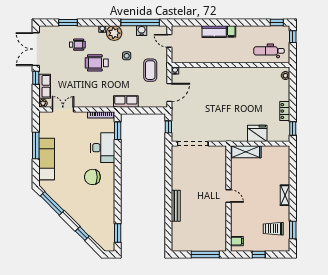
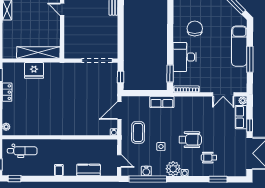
kitchen counter: (214, 32) -> (89, 170), moved
shelving: (246, 152) -> (38, 53), width x1.47
chair: (92, 177) -> (195, 28), turned -90

